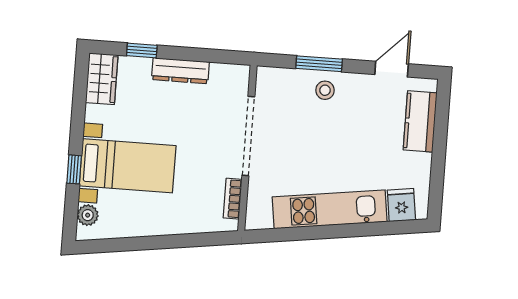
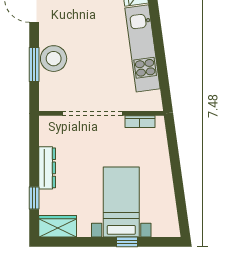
stool: (325, 90) -> (54, 59), width x1.89, depth x1.89
plant: (88, 215) -> (160, 229), removed

